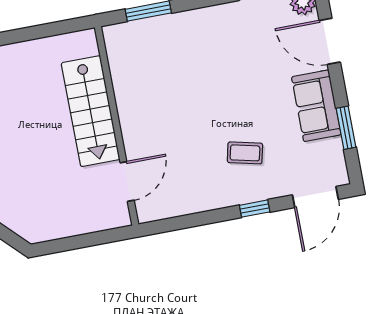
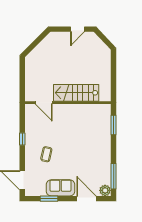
door: (330, 41) -> (86, 199), hinge flipped
window: (255, 209) -> (22, 139), moved

